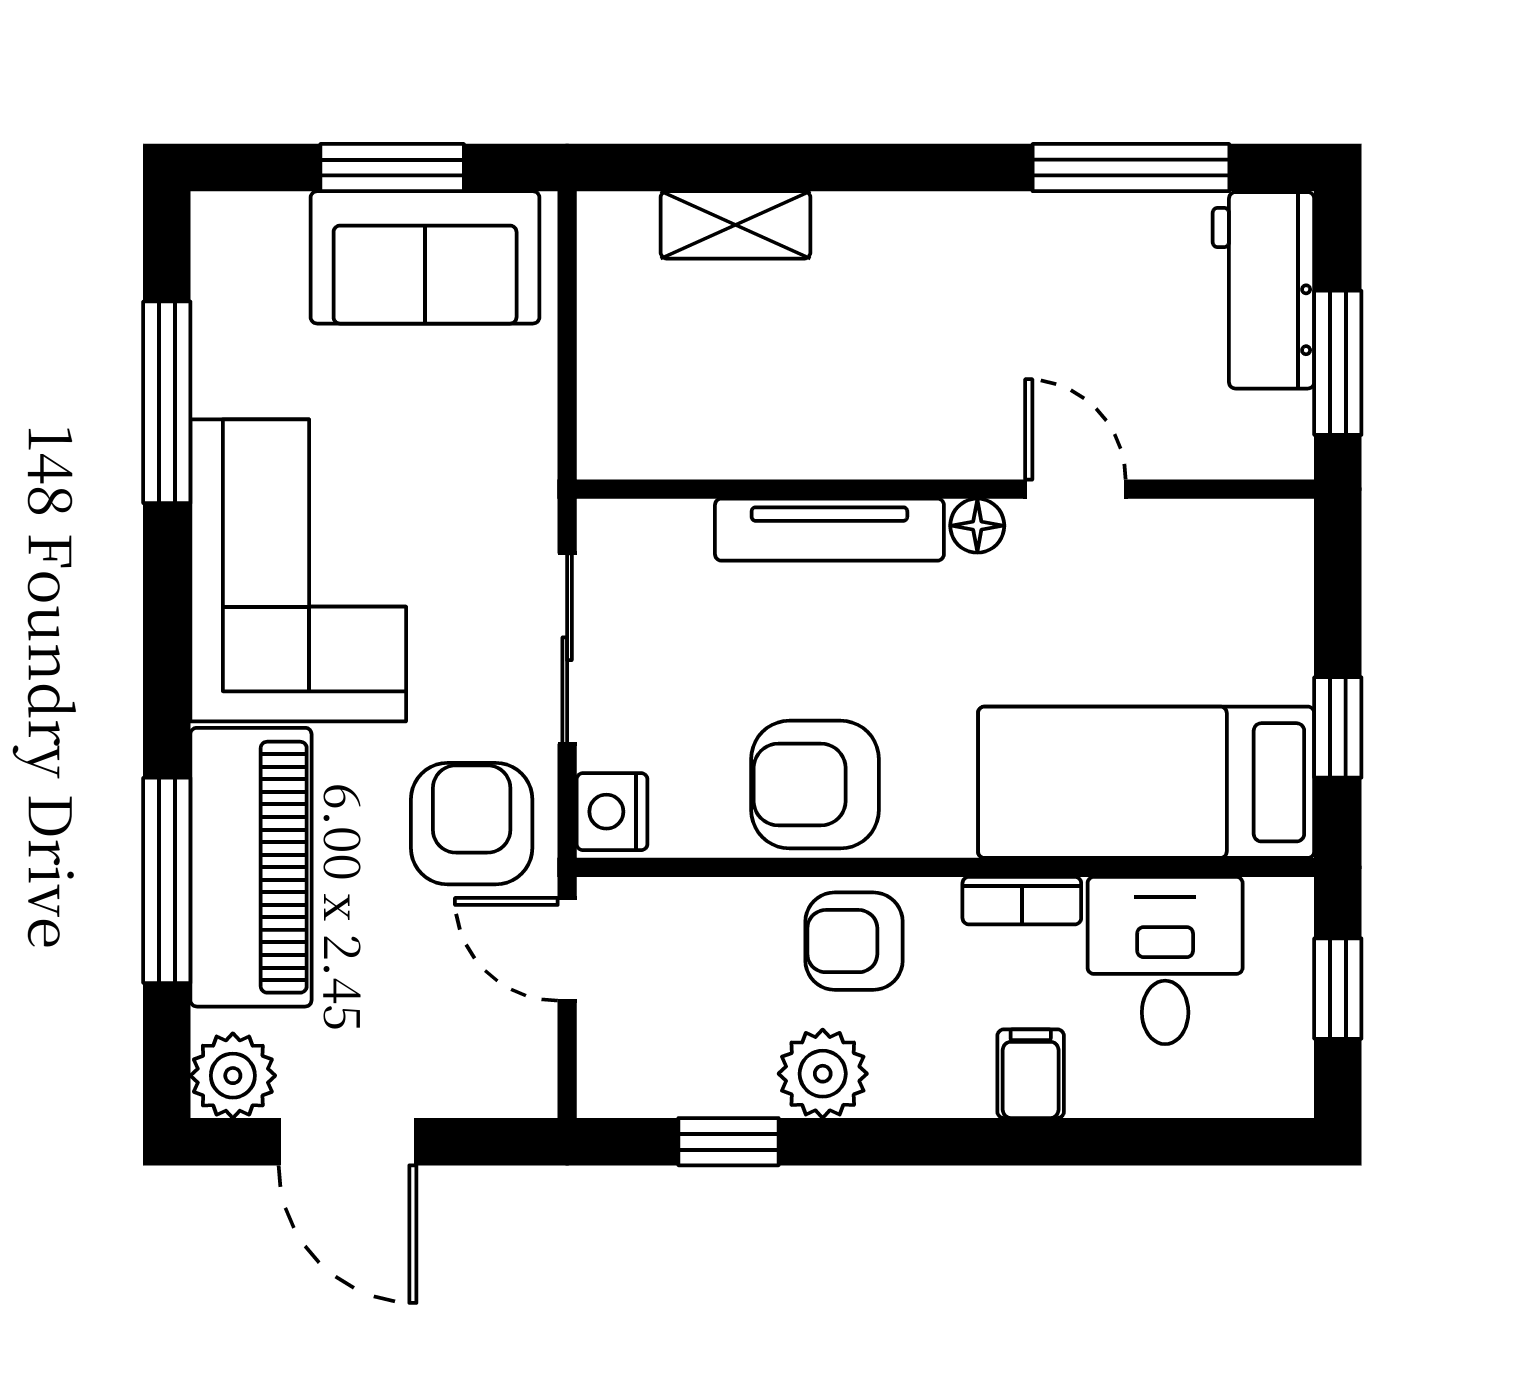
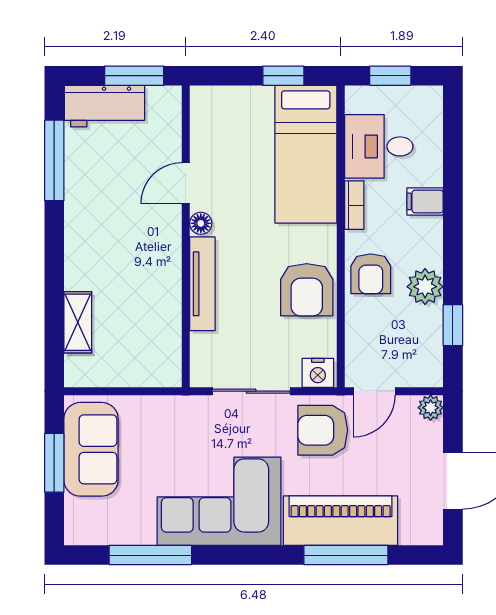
plant: (233, 1076) -> (431, 408), moved, width x0.73, depth x0.73

